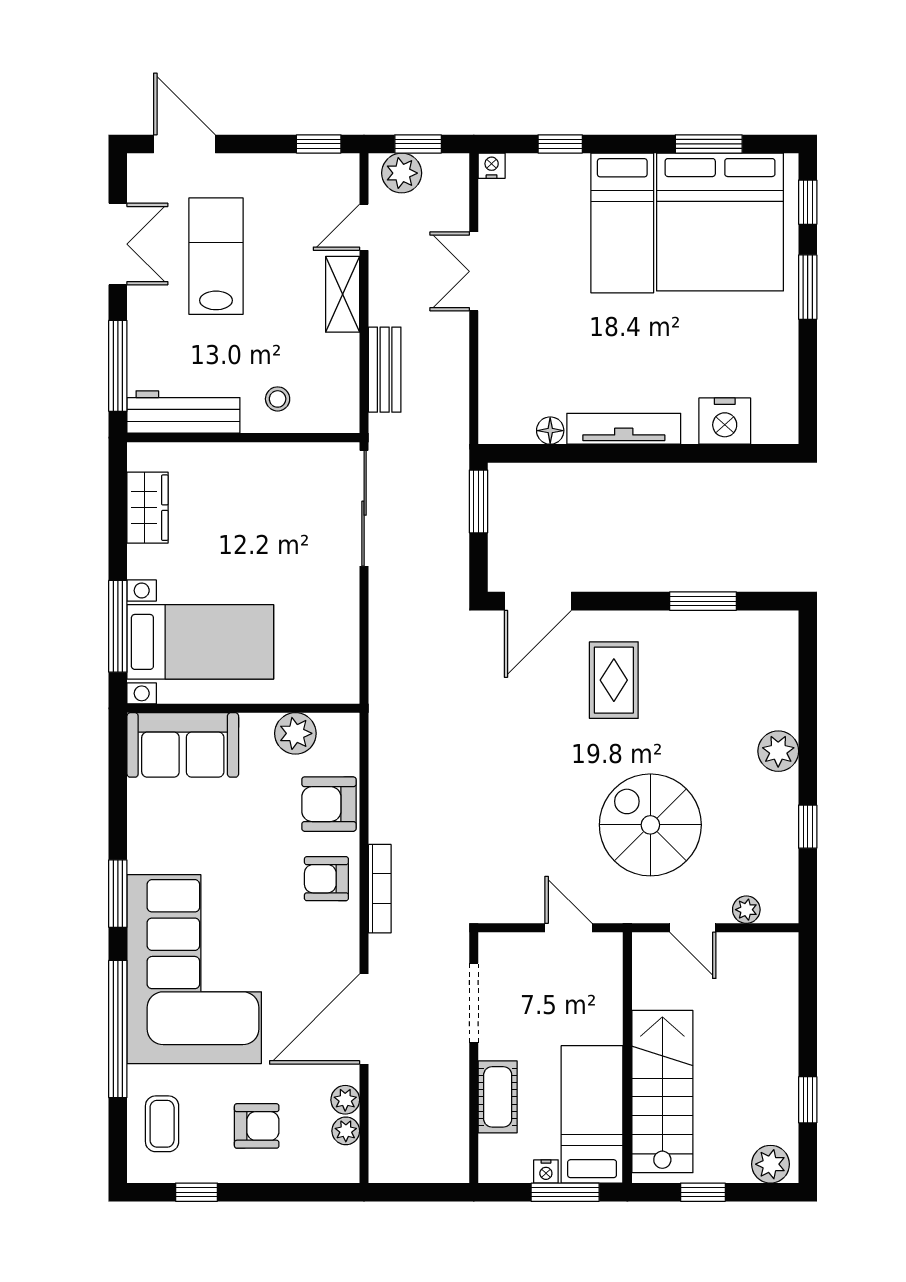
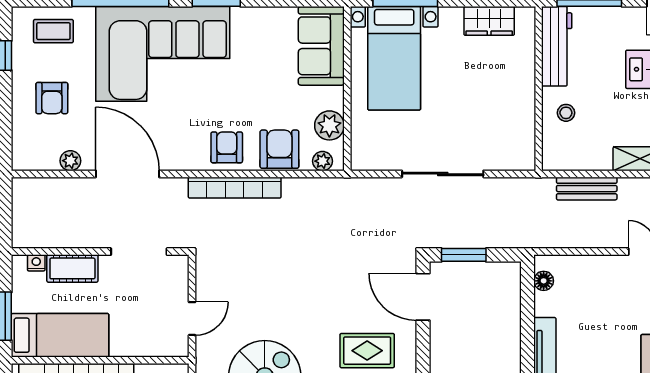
floor lamp: (550, 431) -> (544, 281), moved
window: (478, 501) -> (464, 255), moved
sliding door: (364, 508) -> (443, 174), moved
bookcase: (380, 889) -> (235, 188), width x1.48, depth x1.31
plant: (346, 1131) -> (322, 161), moved
nightstand: (546, 1171) -> (36, 263), moved, turned 90

